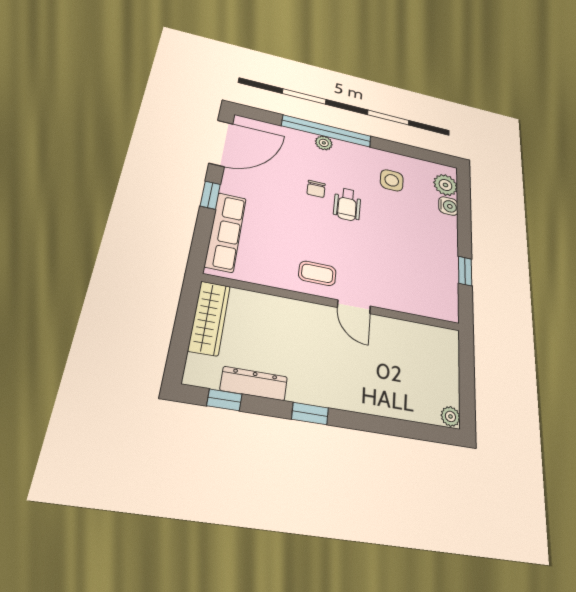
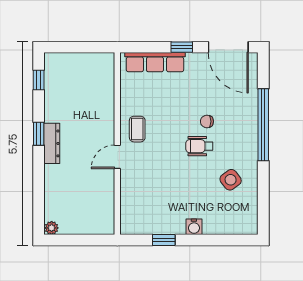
plant: (324, 143) -> (251, 123), removed
side table: (392, 180) -> (231, 180), turned -37
plant: (445, 185) -> (238, 224), removed
water cooler: (448, 206) -> (194, 227), moved
wardrobe: (209, 318) -> (90, 62), removed
dresser: (254, 383) -> (52, 143), moved

